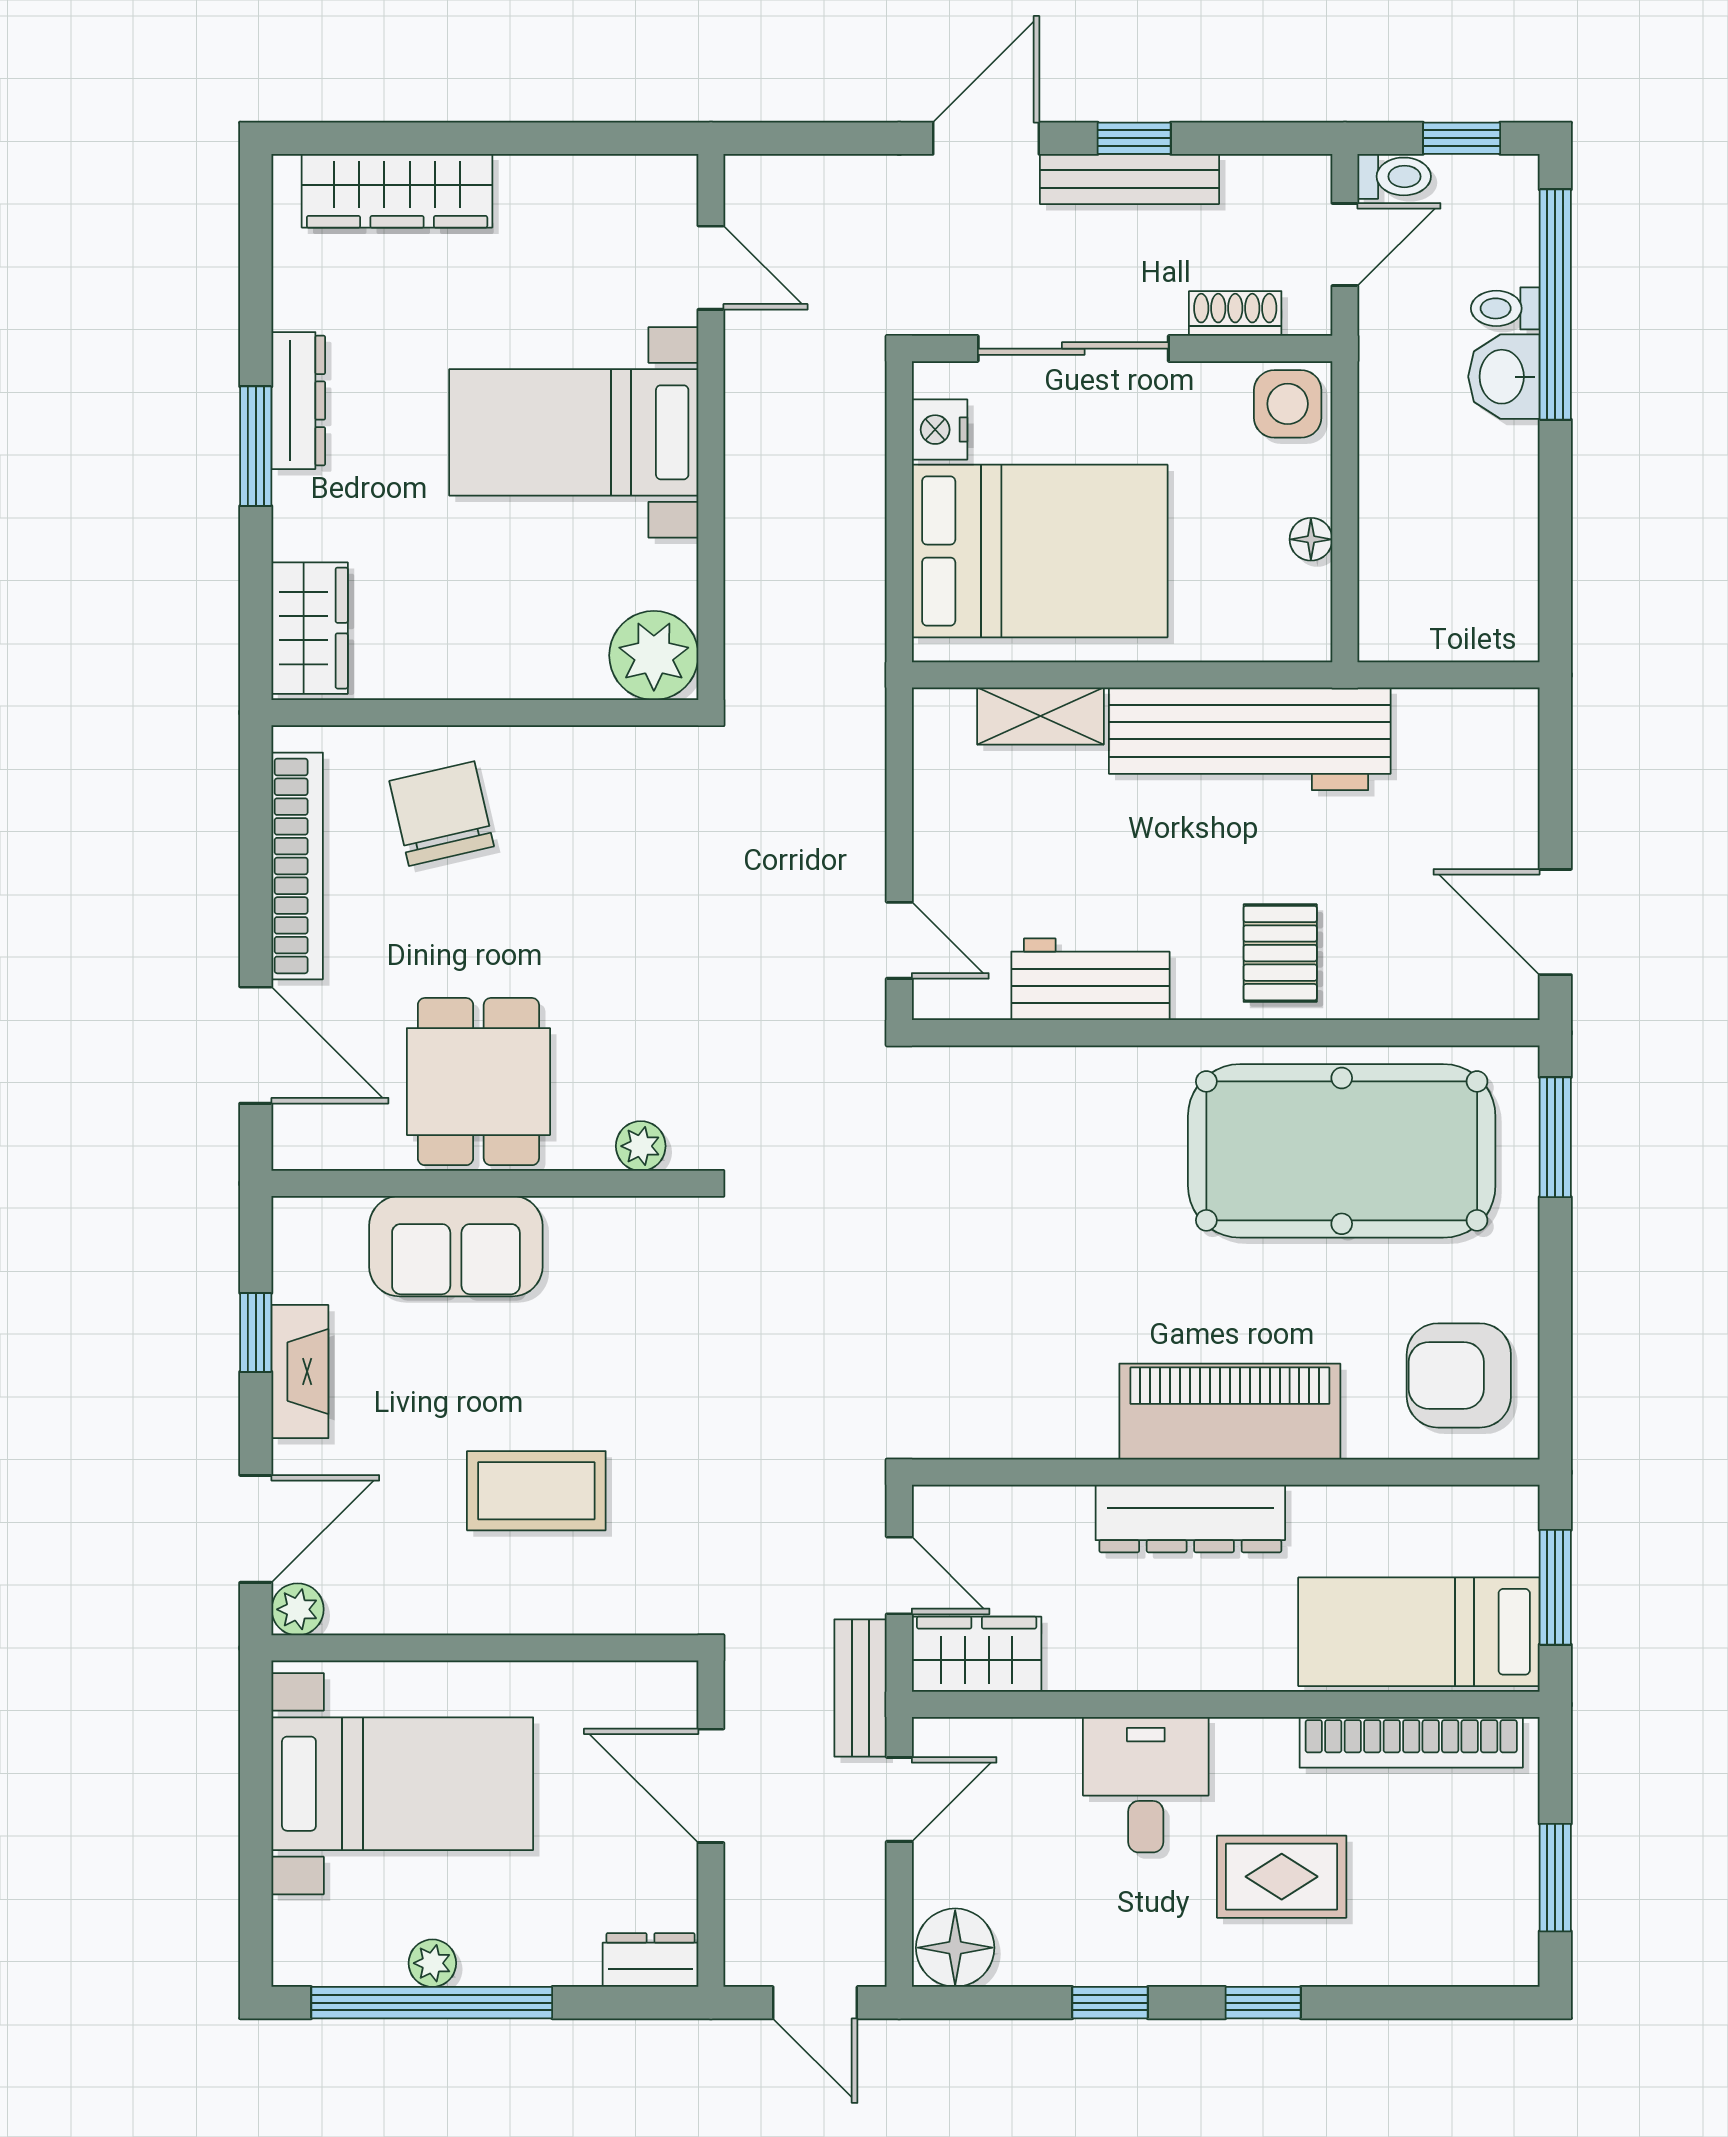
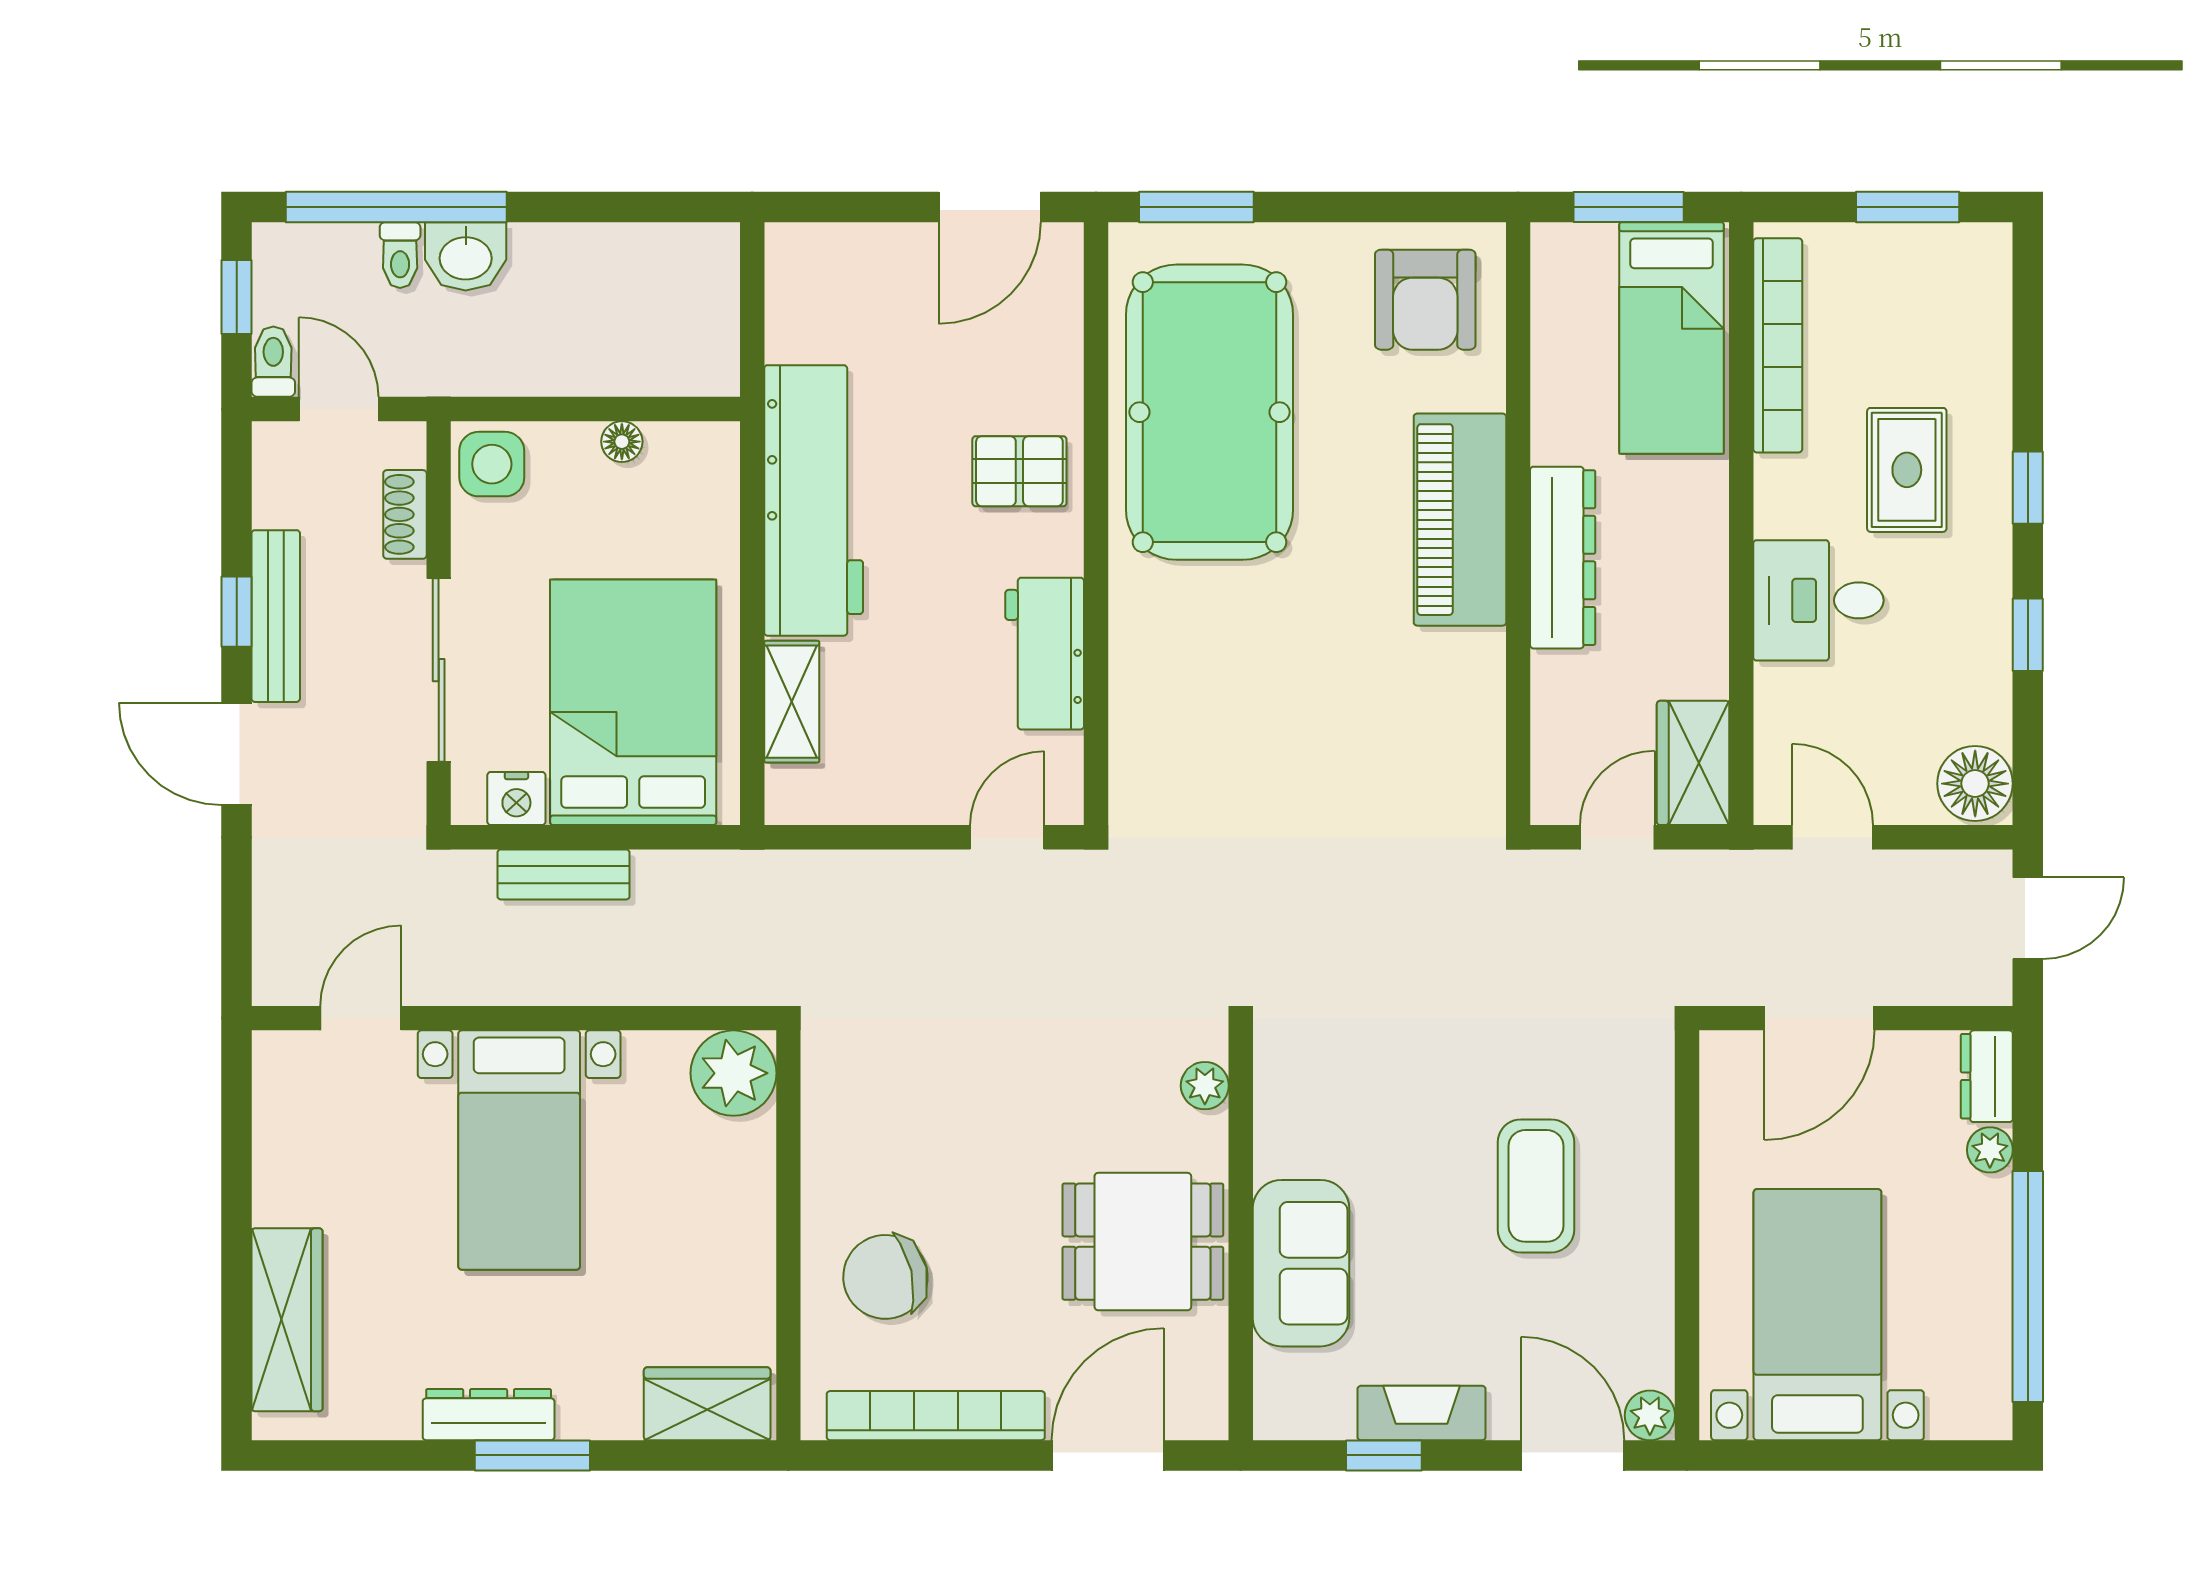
bench: (860, 1688) -> (564, 874), moved
plant: (432, 1963) -> (1990, 1150), moved

